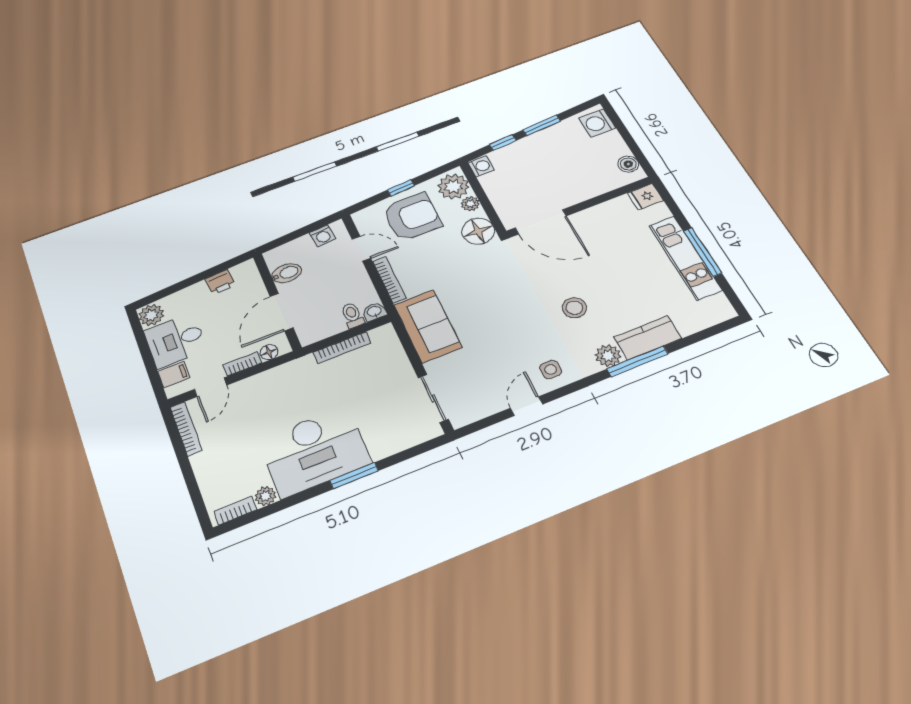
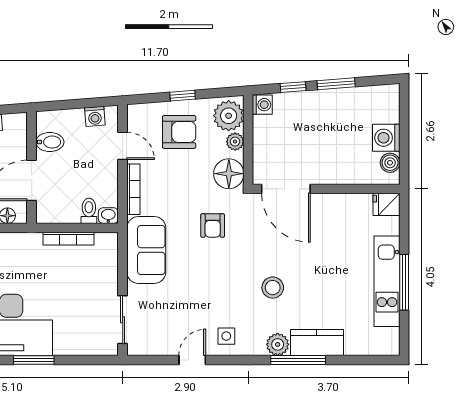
washing machine: (597, 123) -> (386, 138), moved
armchair: (412, 217) -> (179, 132), width x0.73, depth x0.73
armchair: (485, 279) -> (213, 225), added

